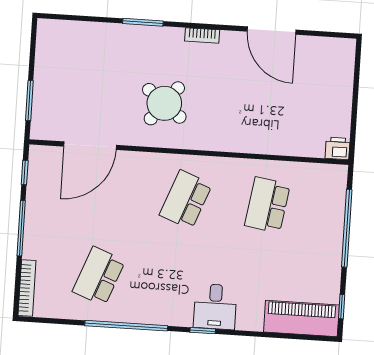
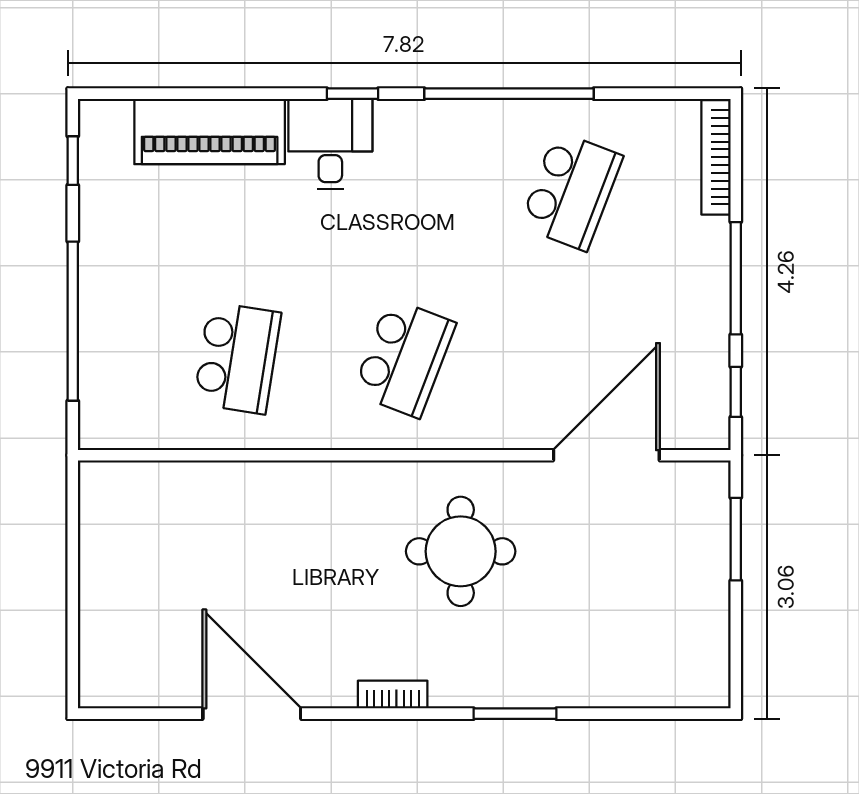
round table: (164, 103) -> (461, 551), turned -38
printer: (338, 148) -> (102, 482), removed
piano: (301, 318) -> (210, 132), moved

